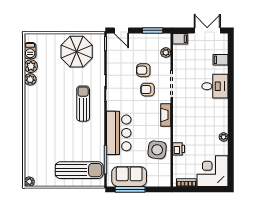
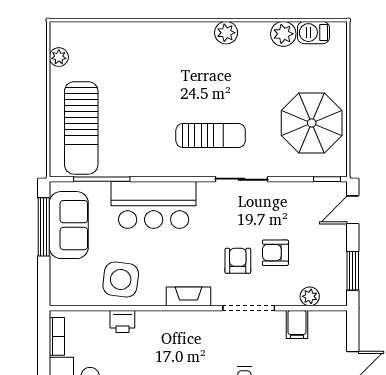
filing cabinet: (180, 39) -> (297, 324), moved
armchair: (143, 70) -> (275, 253), turned -90
plant: (30, 79) -> (226, 33), moved
plant: (29, 182) -> (59, 57), moved

